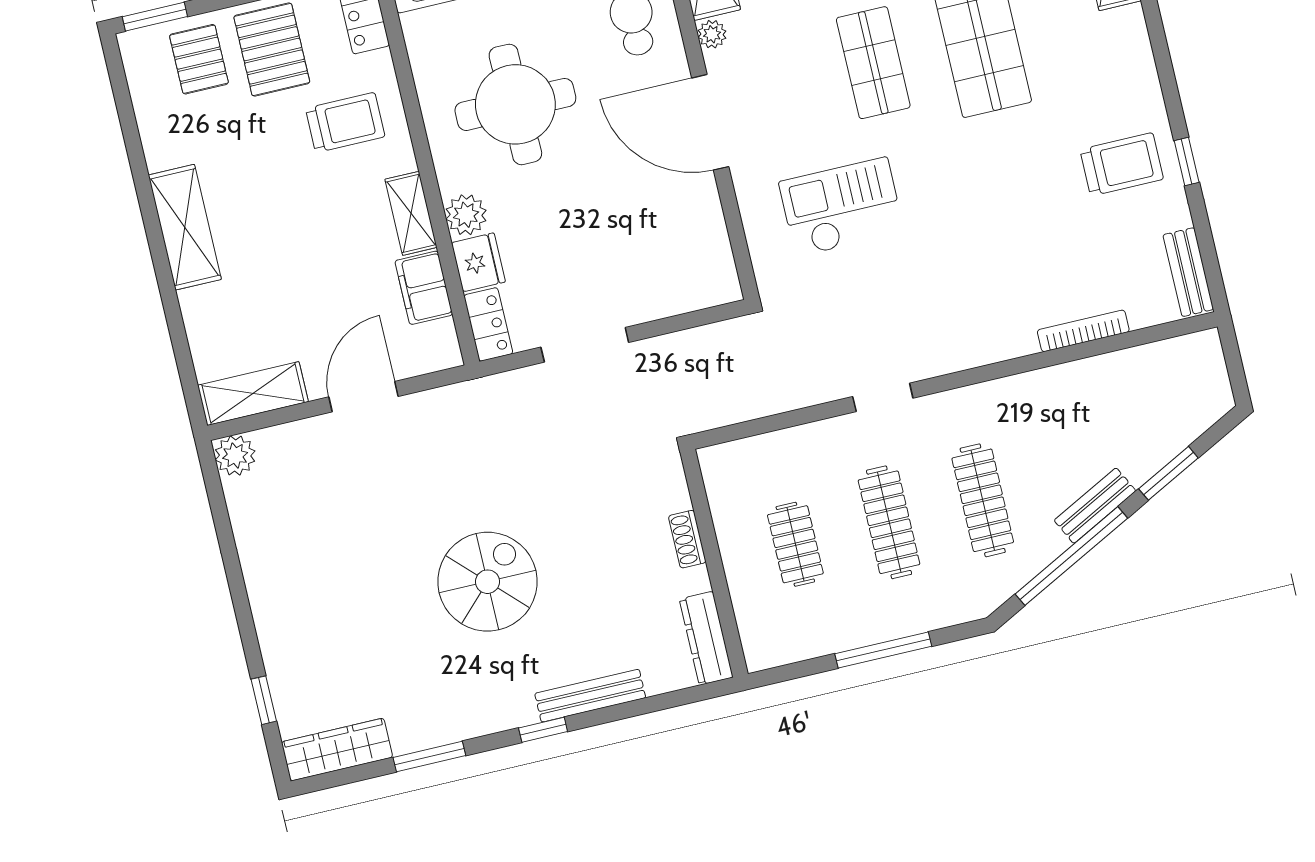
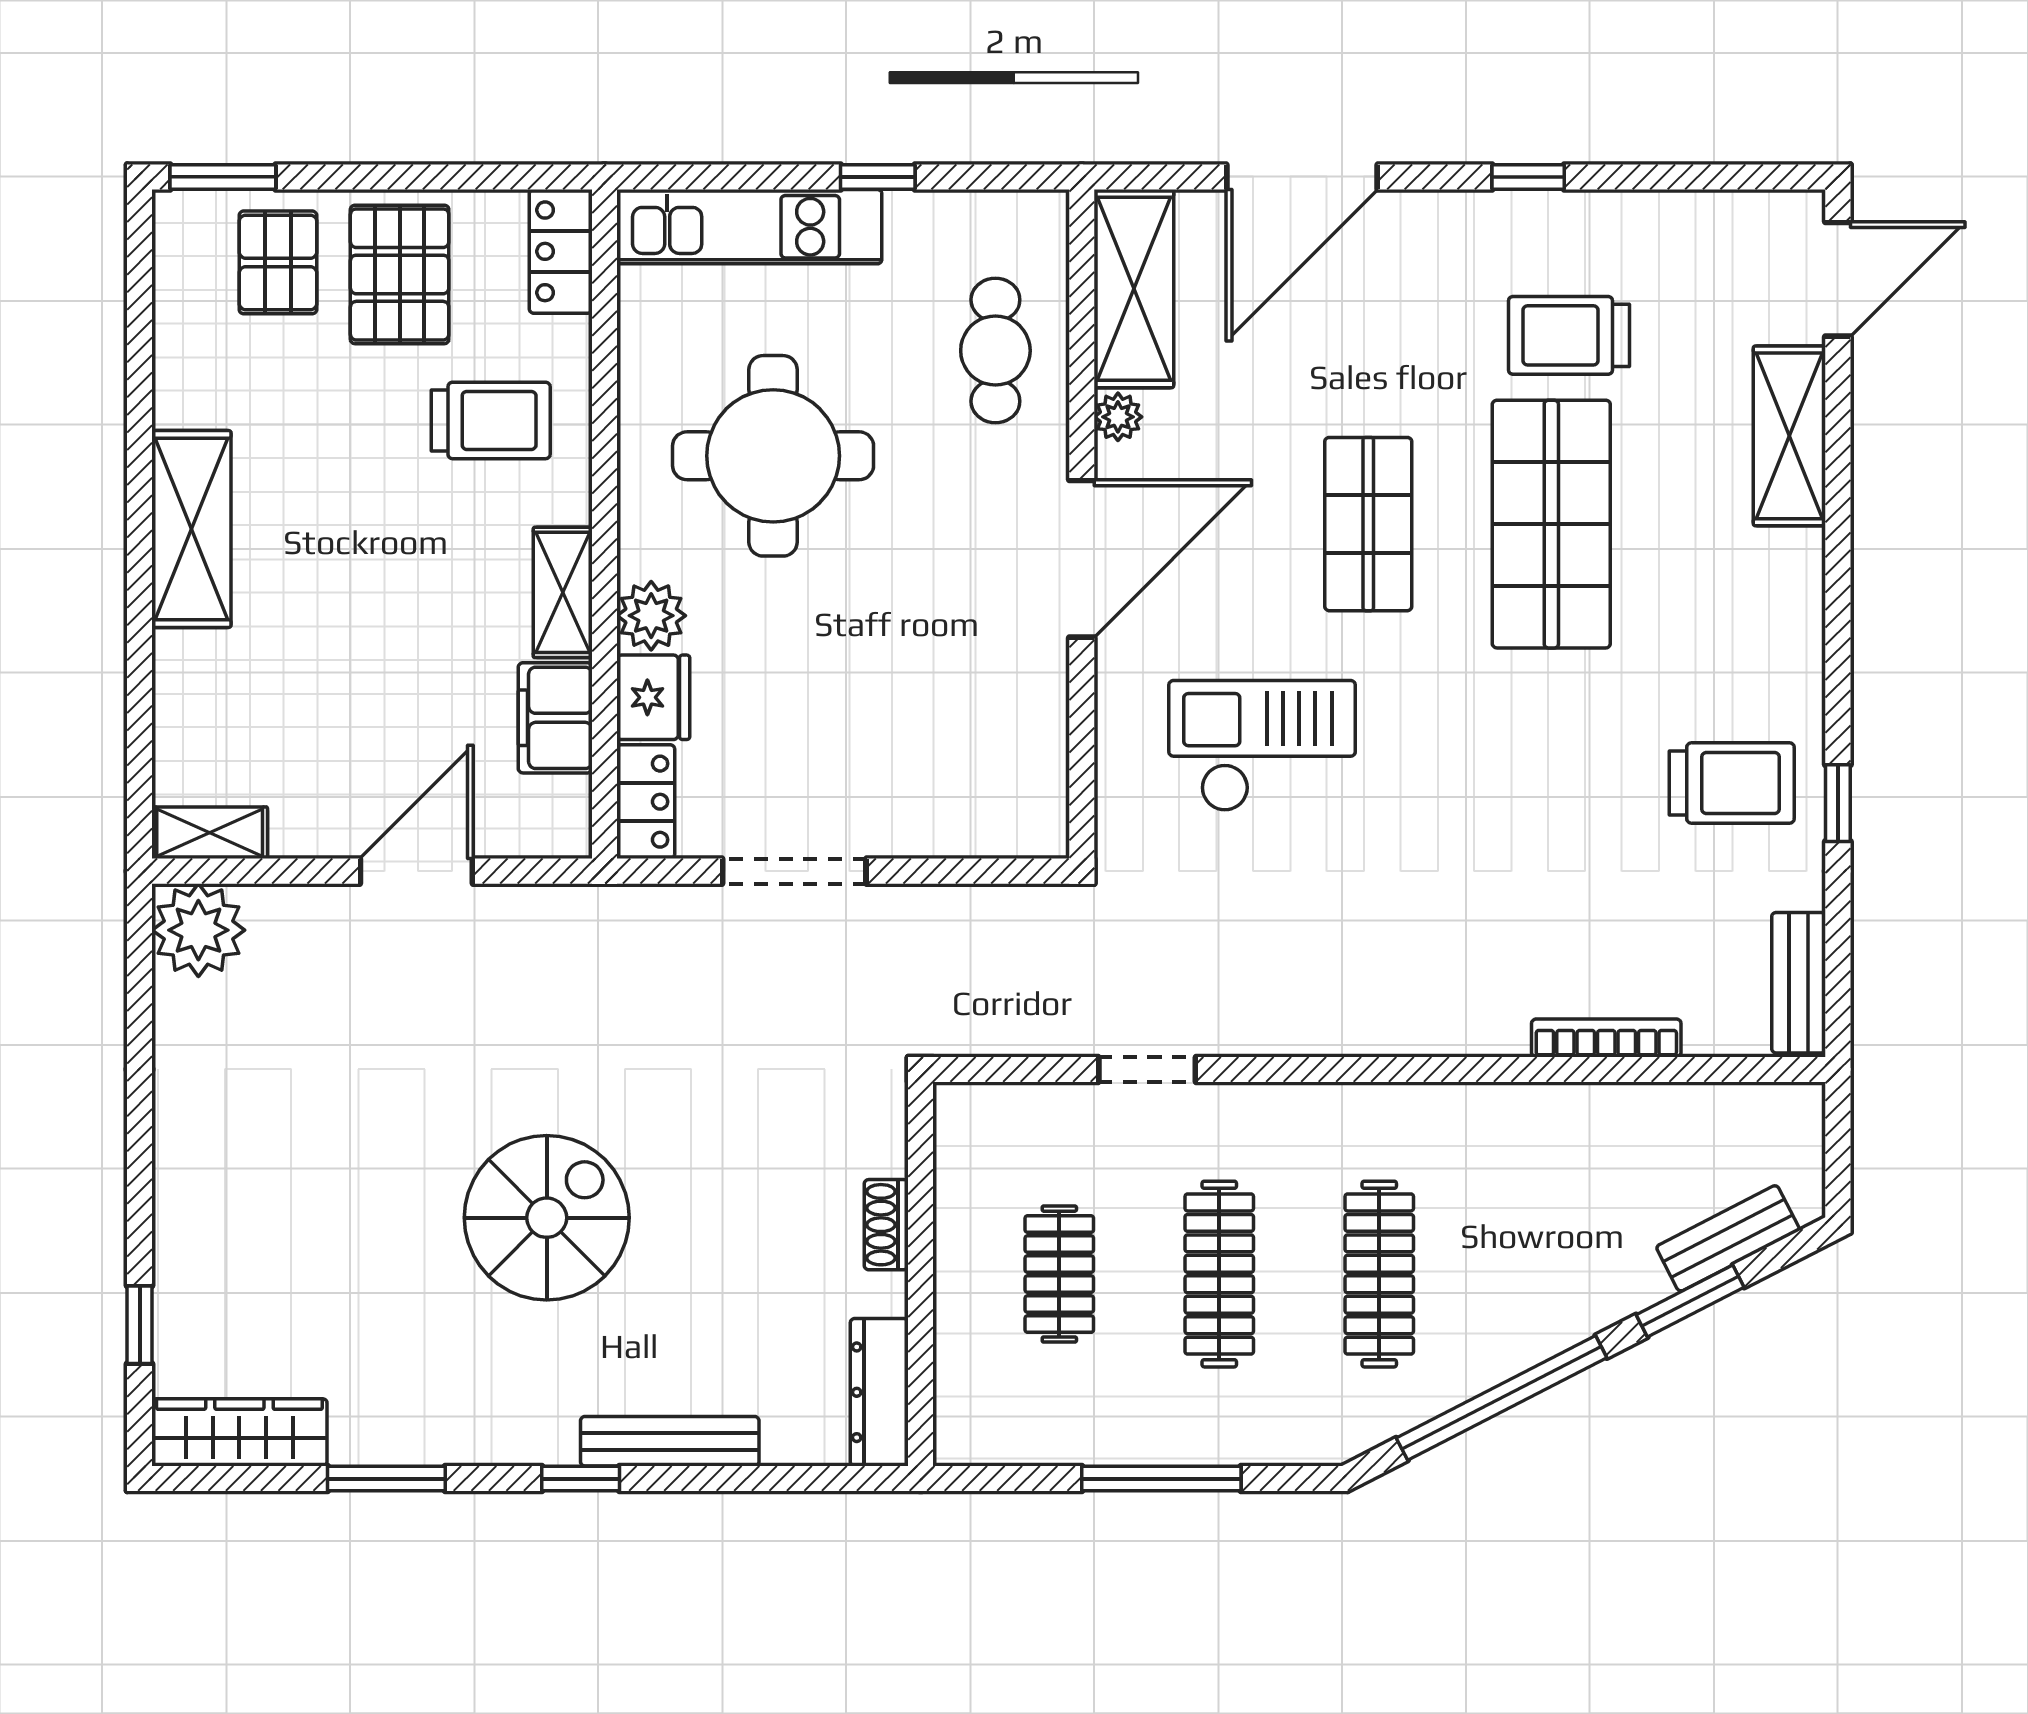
door: (710, 122) -> (1082, 559), swing flipped
shelving: (253, 394) -> (210, 833), width x0.67, depth x0.75
doorway: (883, 397) -> (1147, 1069), moved
plant: (235, 455) -> (198, 930), width x1.36, depth x1.36
bench: (1095, 506) -> (1728, 1238), moved

